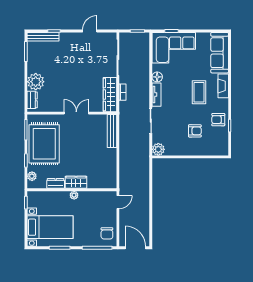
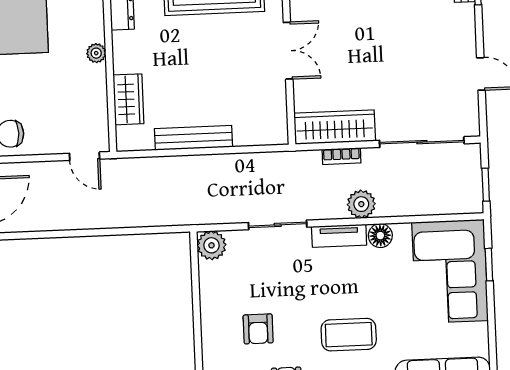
plant: (143, 84) -> (361, 204), added
bench: (112, 131) -> (194, 138), moved
wardrobe: (76, 182) -> (128, 99), moved

